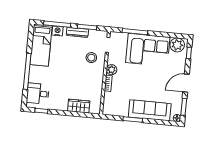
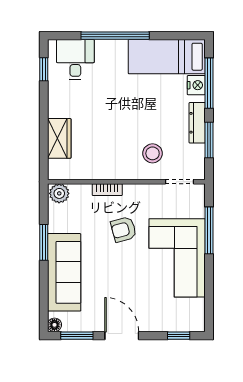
plant: (177, 45) -> (192, 312), removed
plant: (112, 70) -> (59, 193), moved
armchair: (130, 77) -> (124, 229), added

